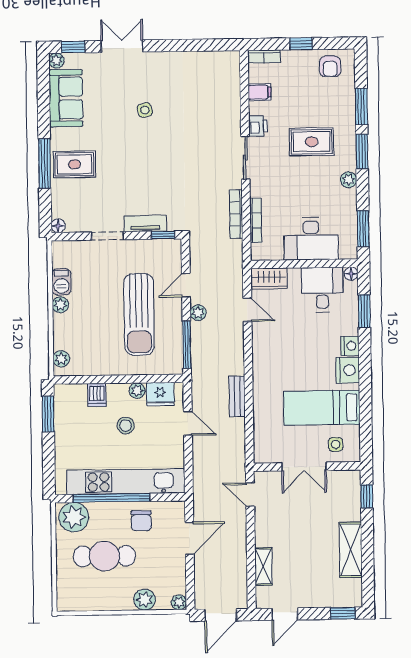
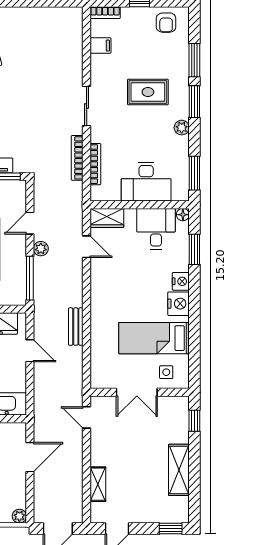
printer: (258, 126) -> (99, 77), removed

